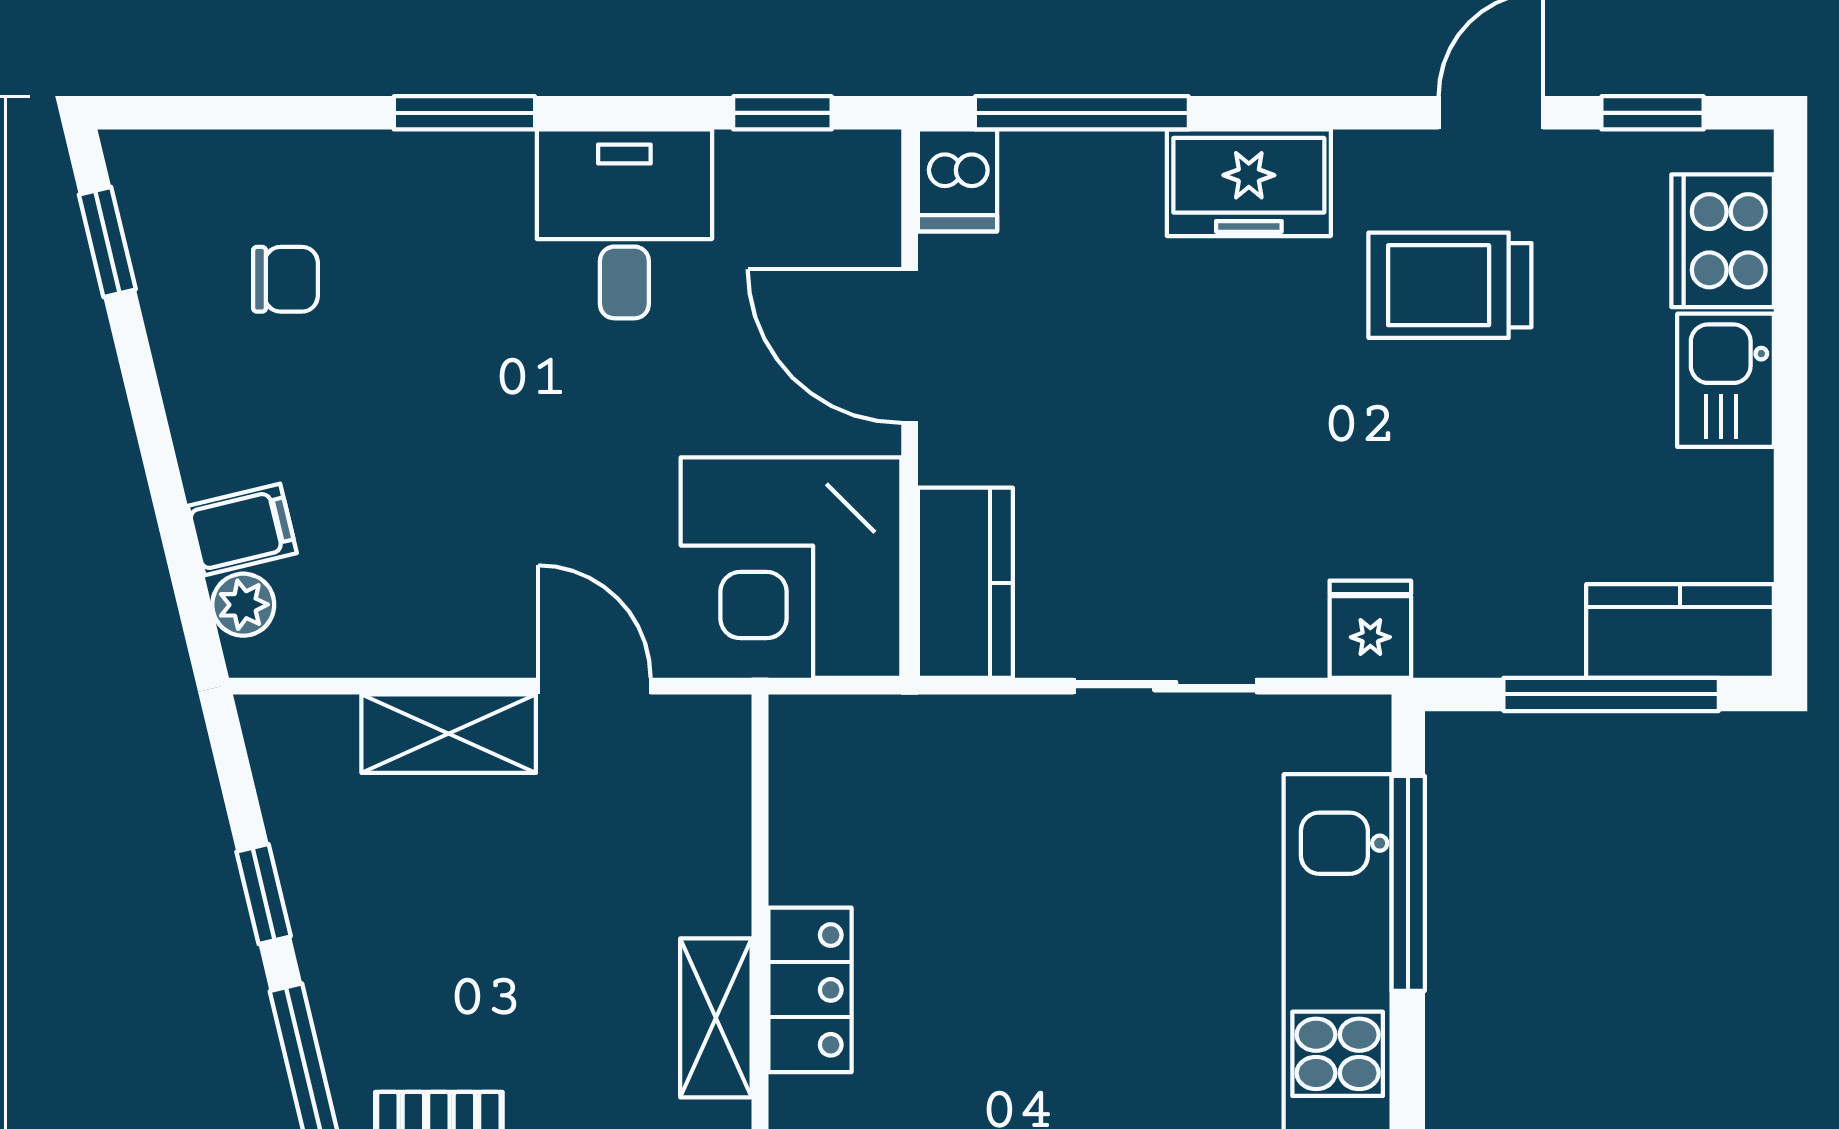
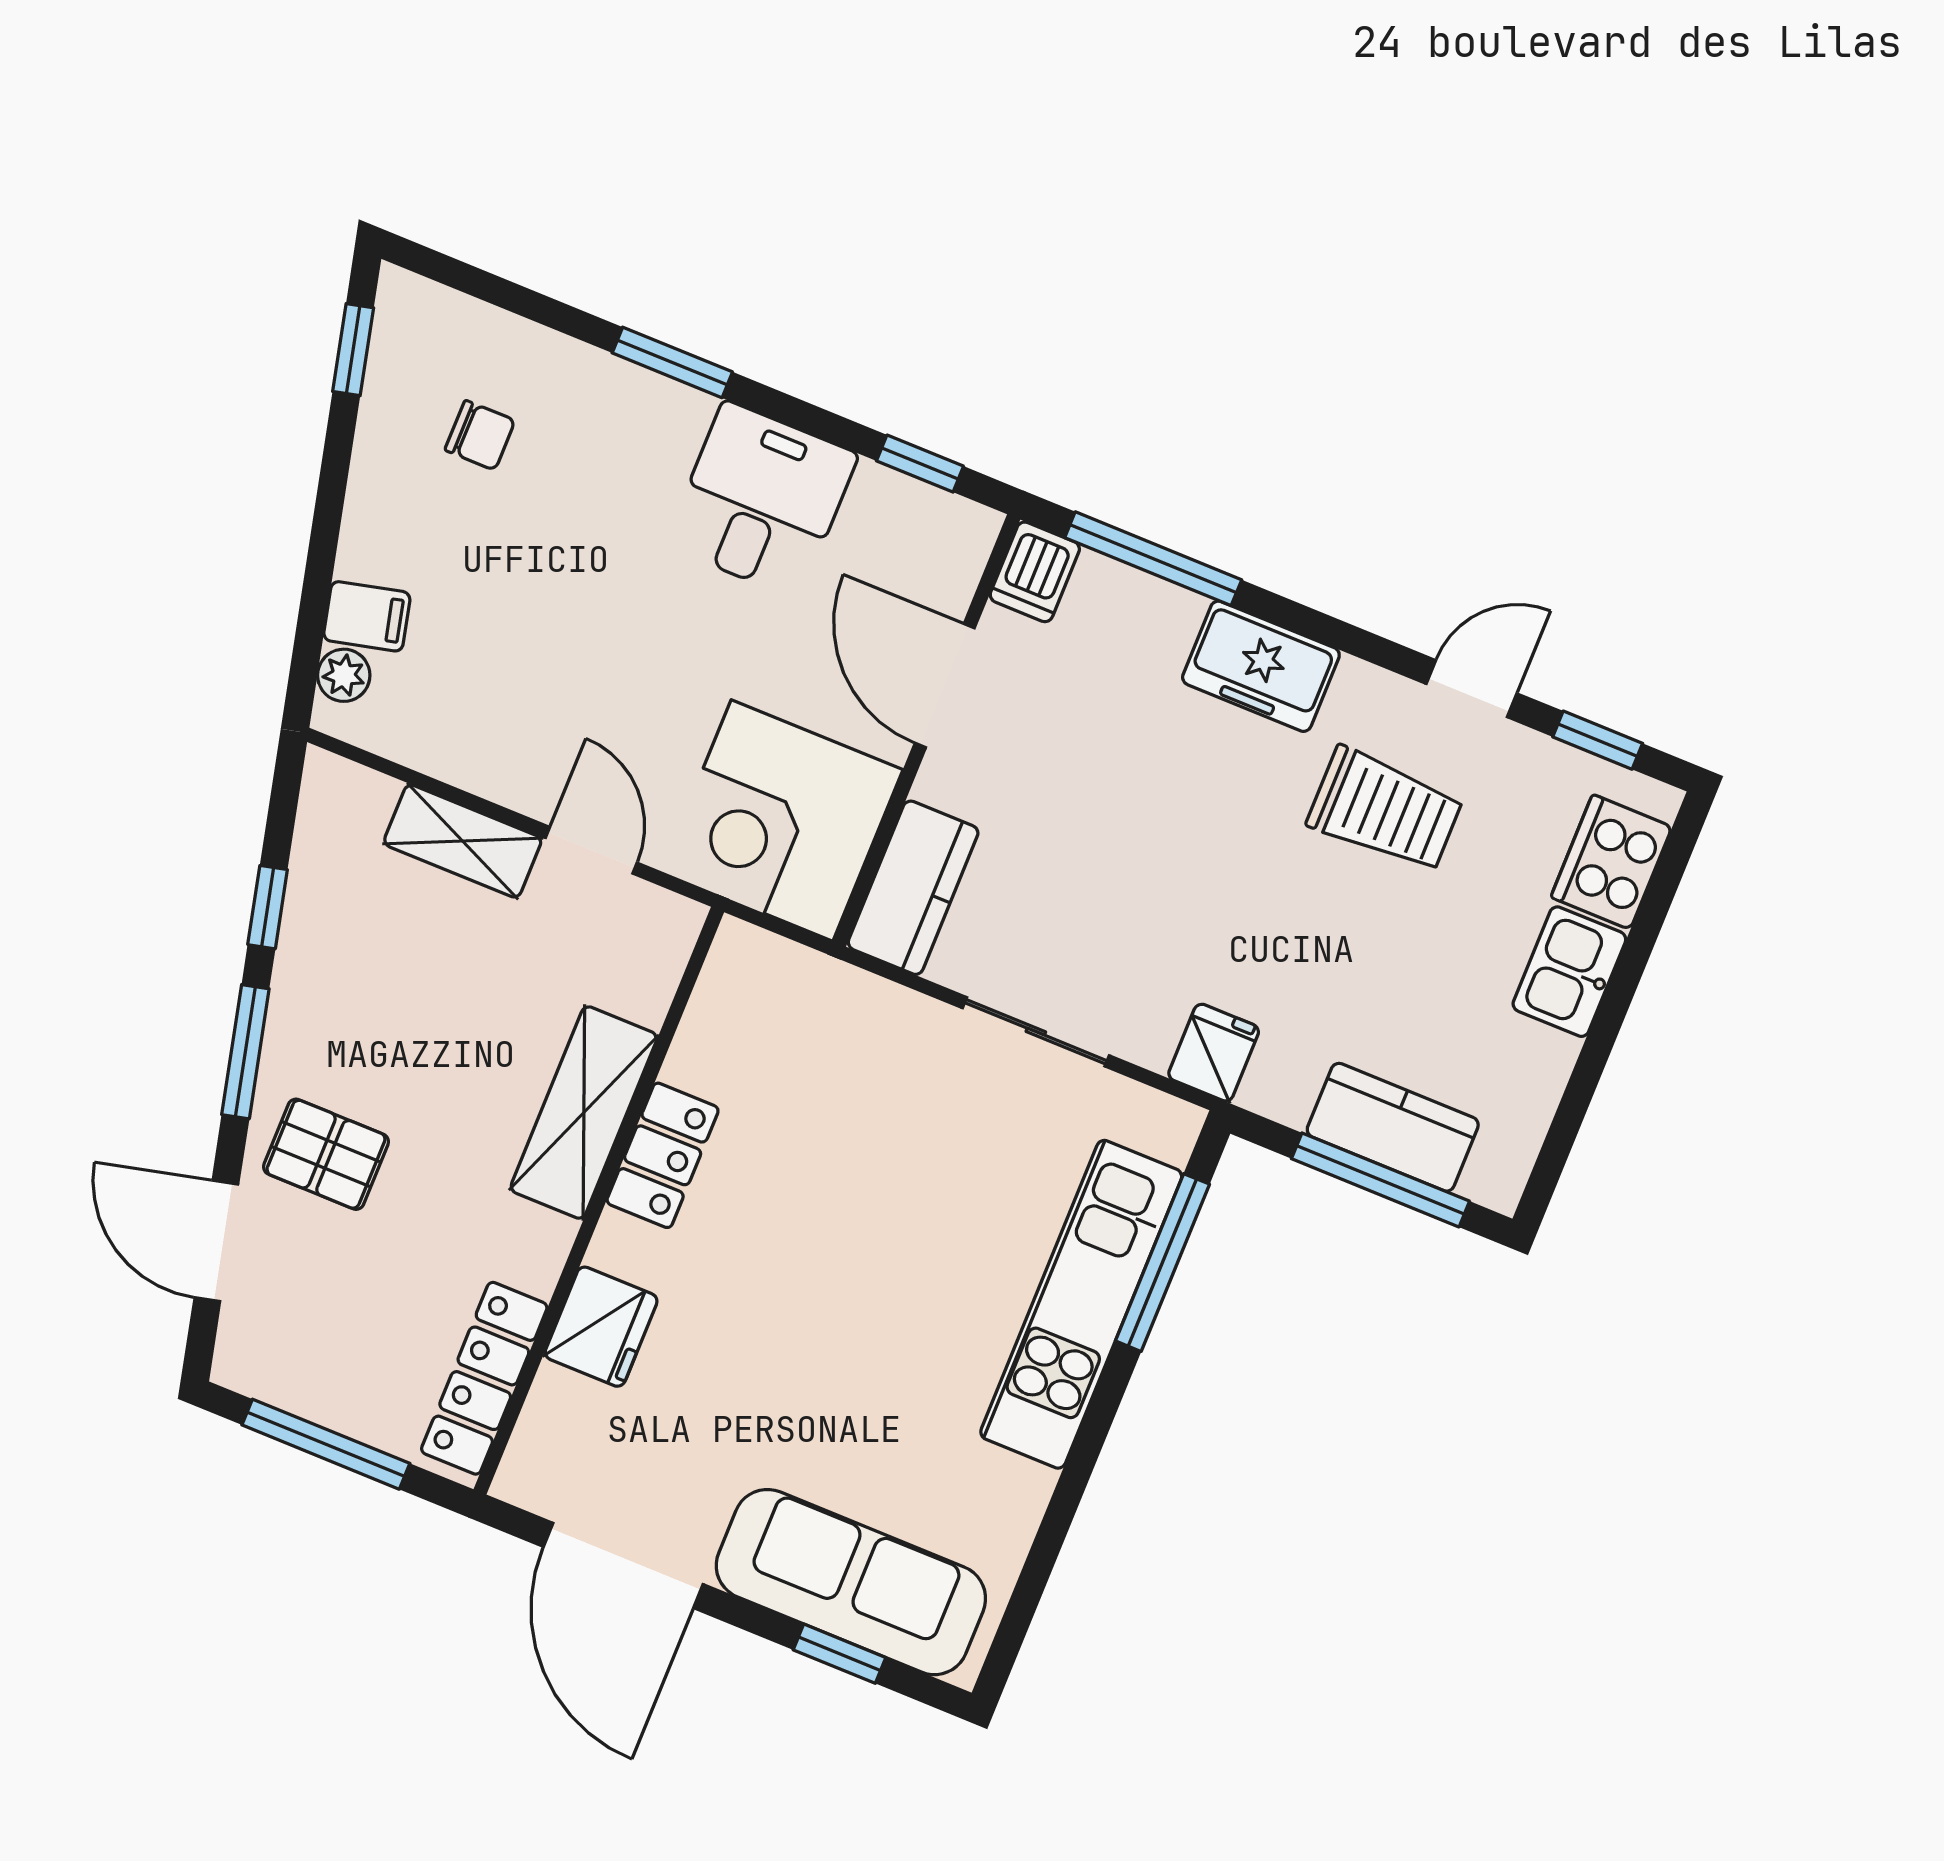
trolley: (1450, 285) -> (1385, 810), turned 180
kitchen counter: (1680, 631) -> (1393, 1127), moved
shelving: (716, 1018) -> (584, 1113), width x1.50, depth x1.33

